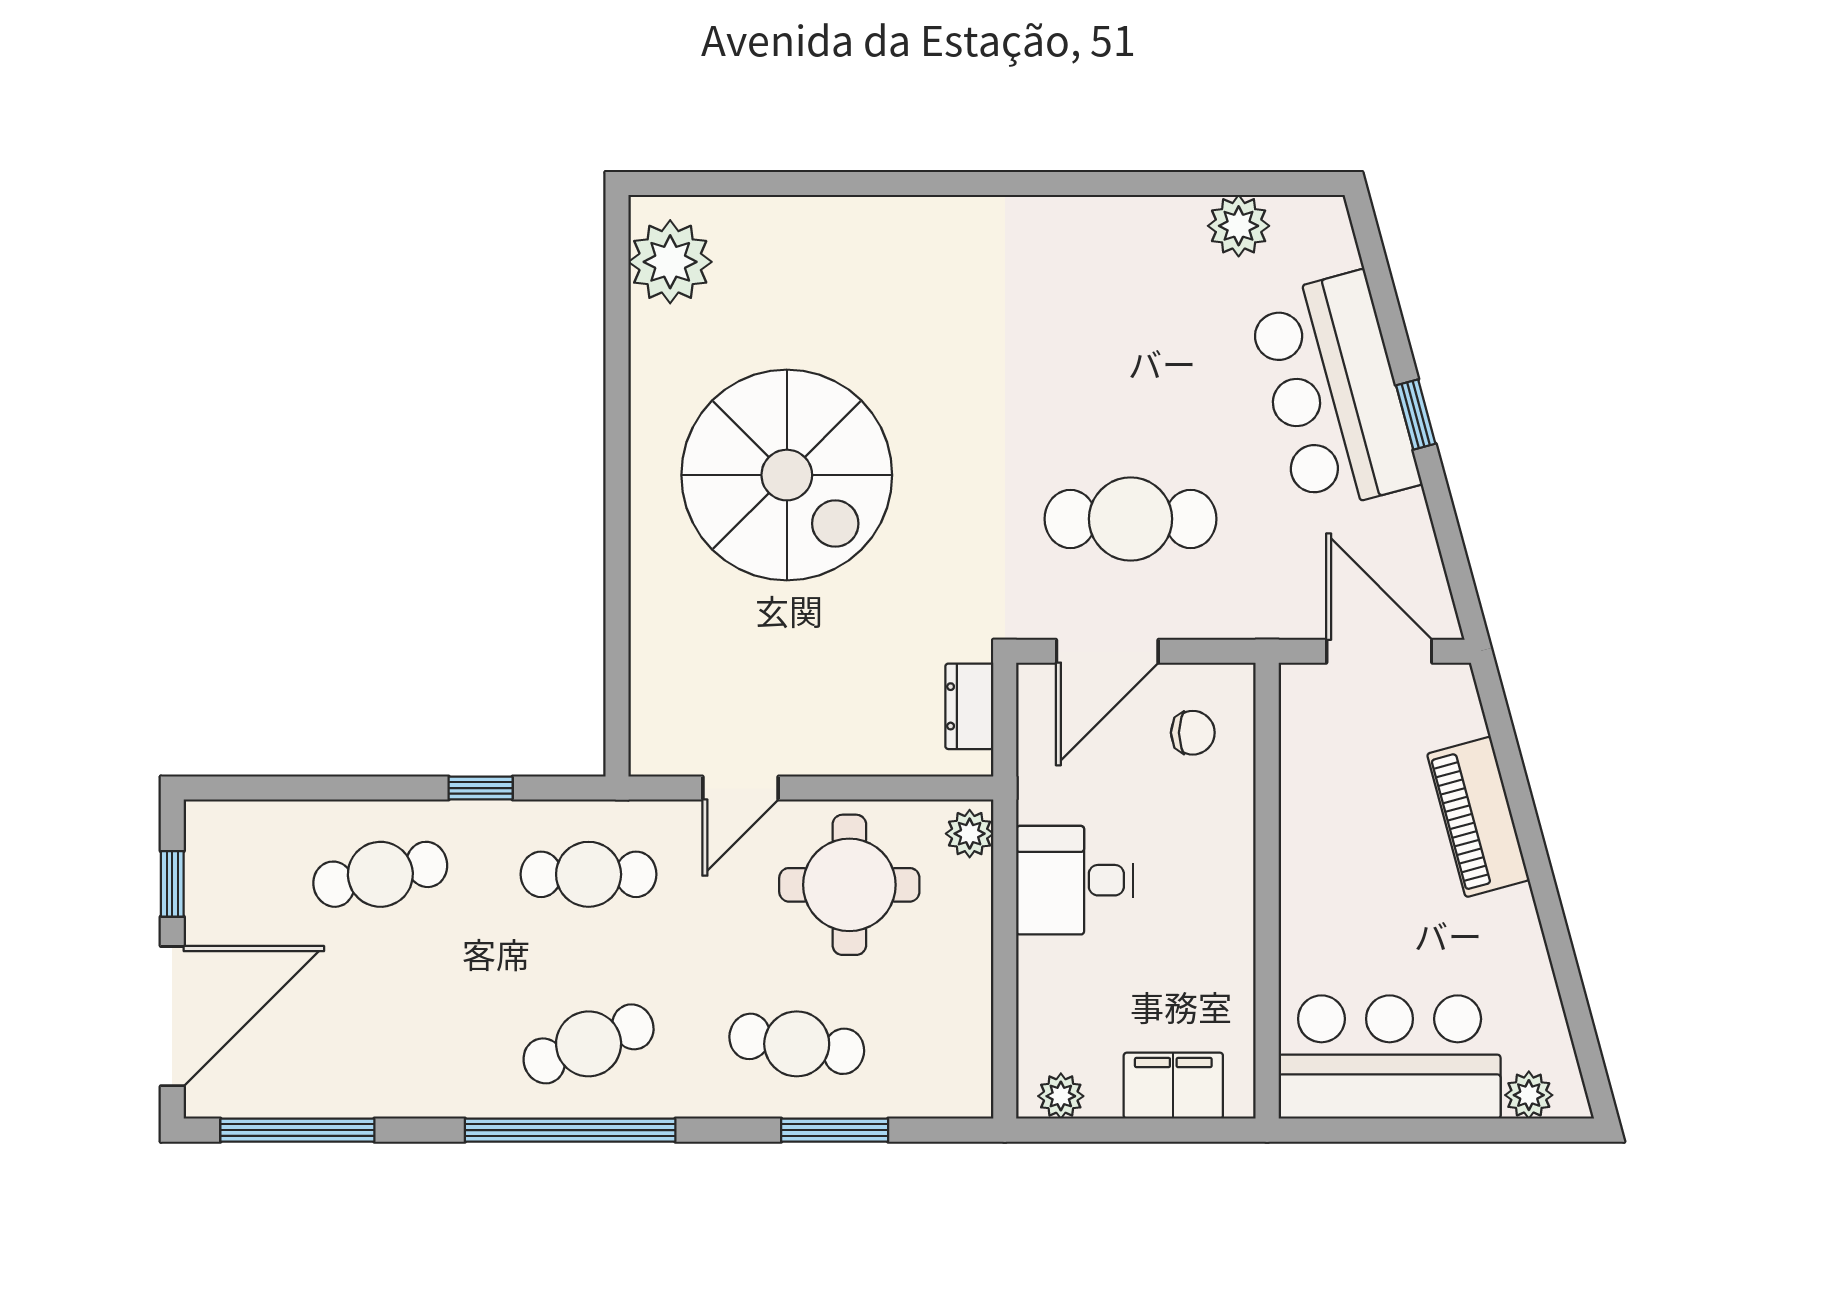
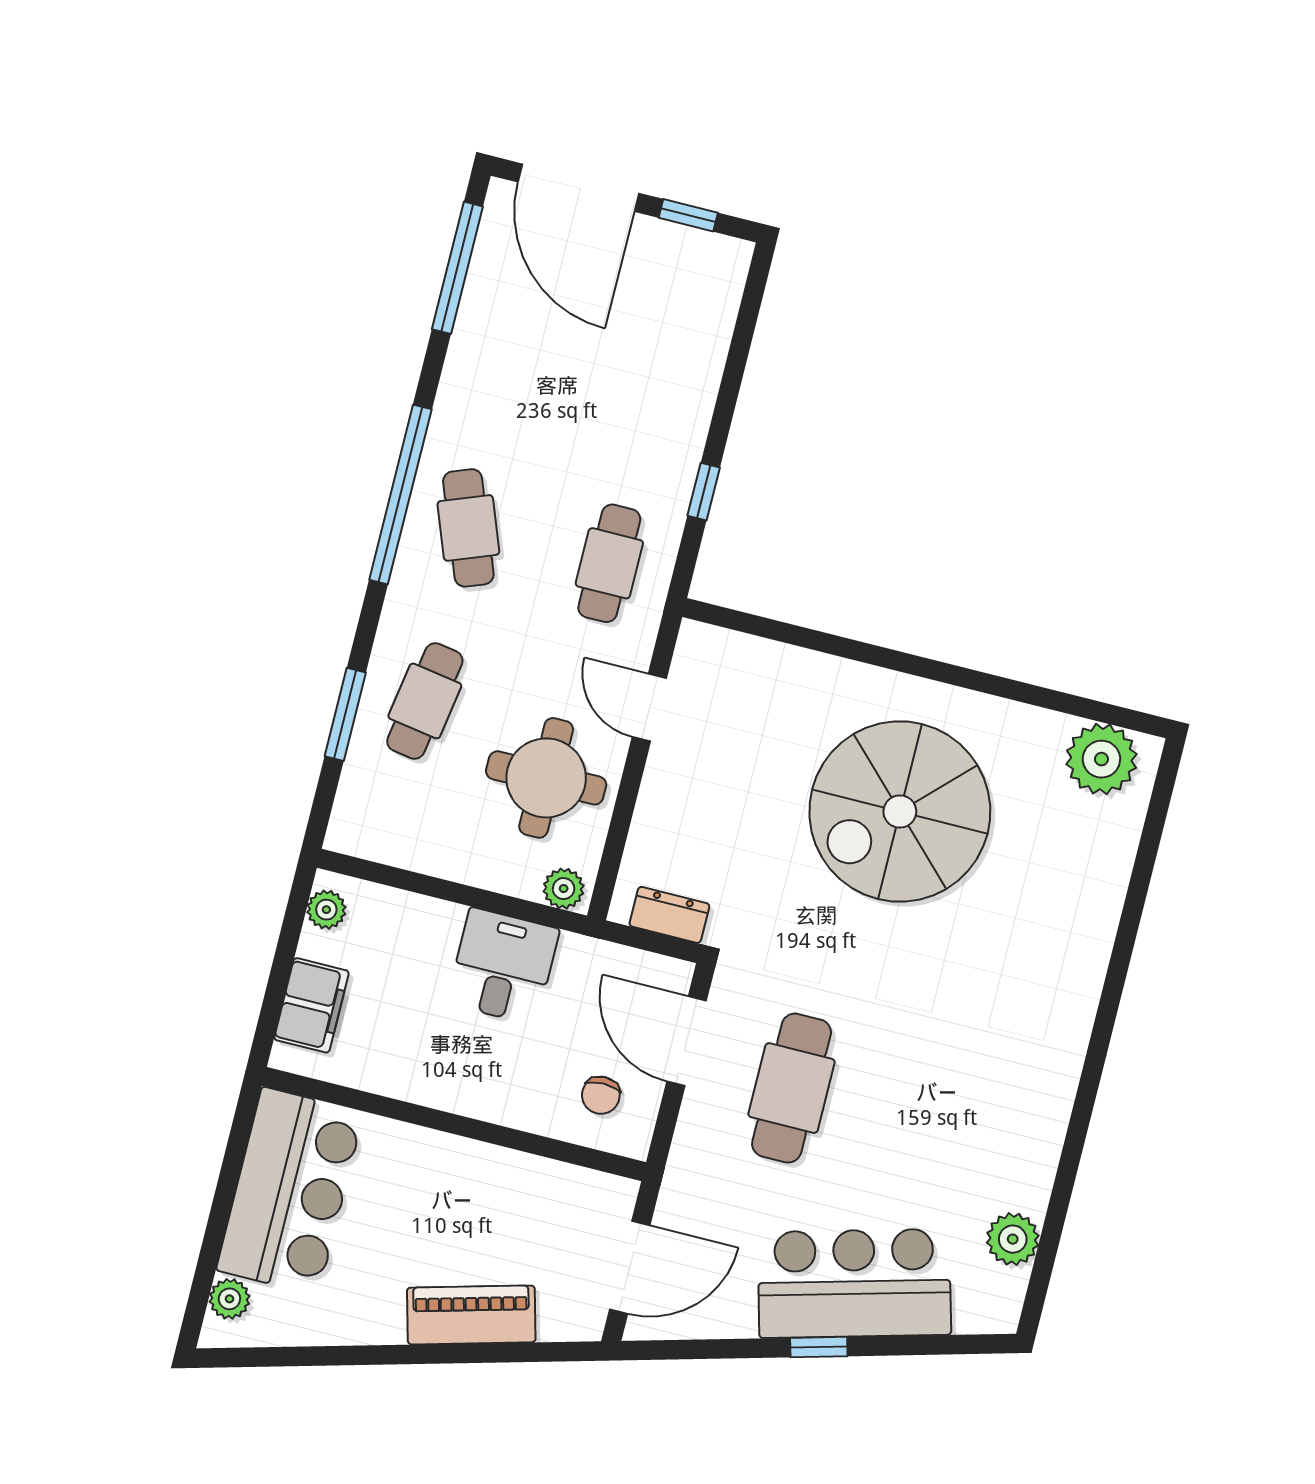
cafe table: (380, 874) -> (653, 390), removed

